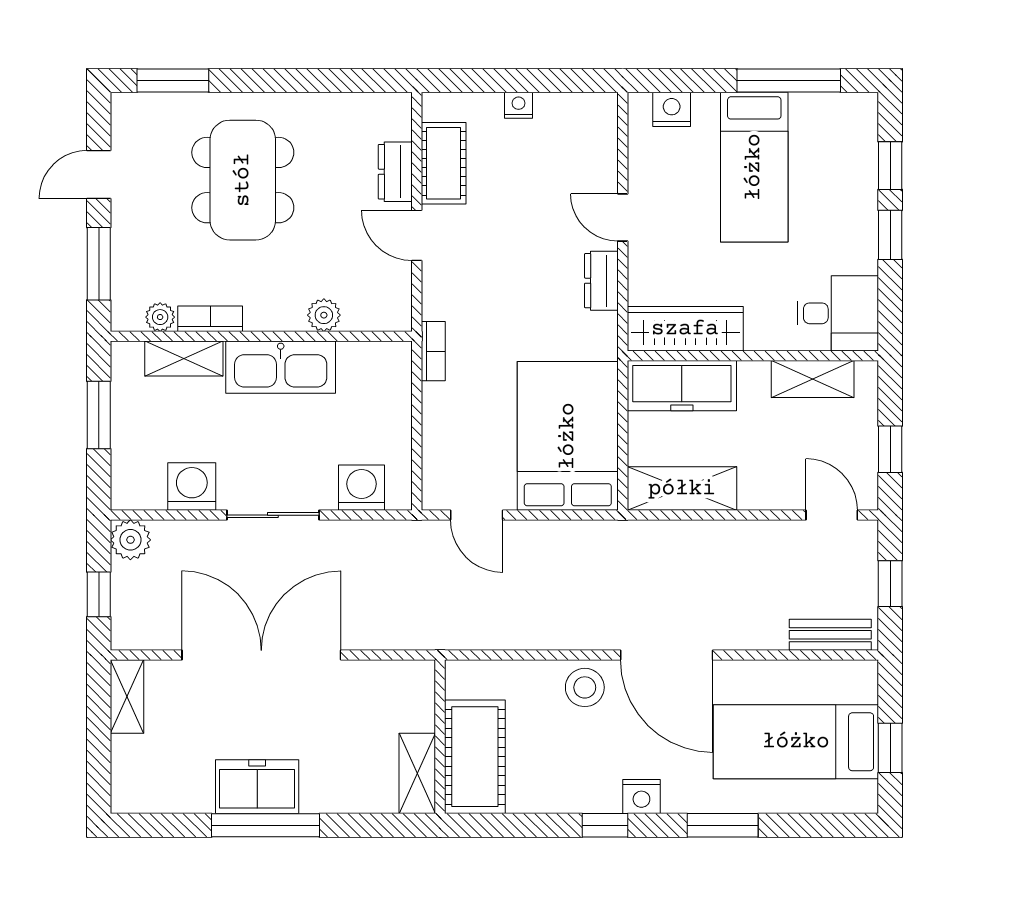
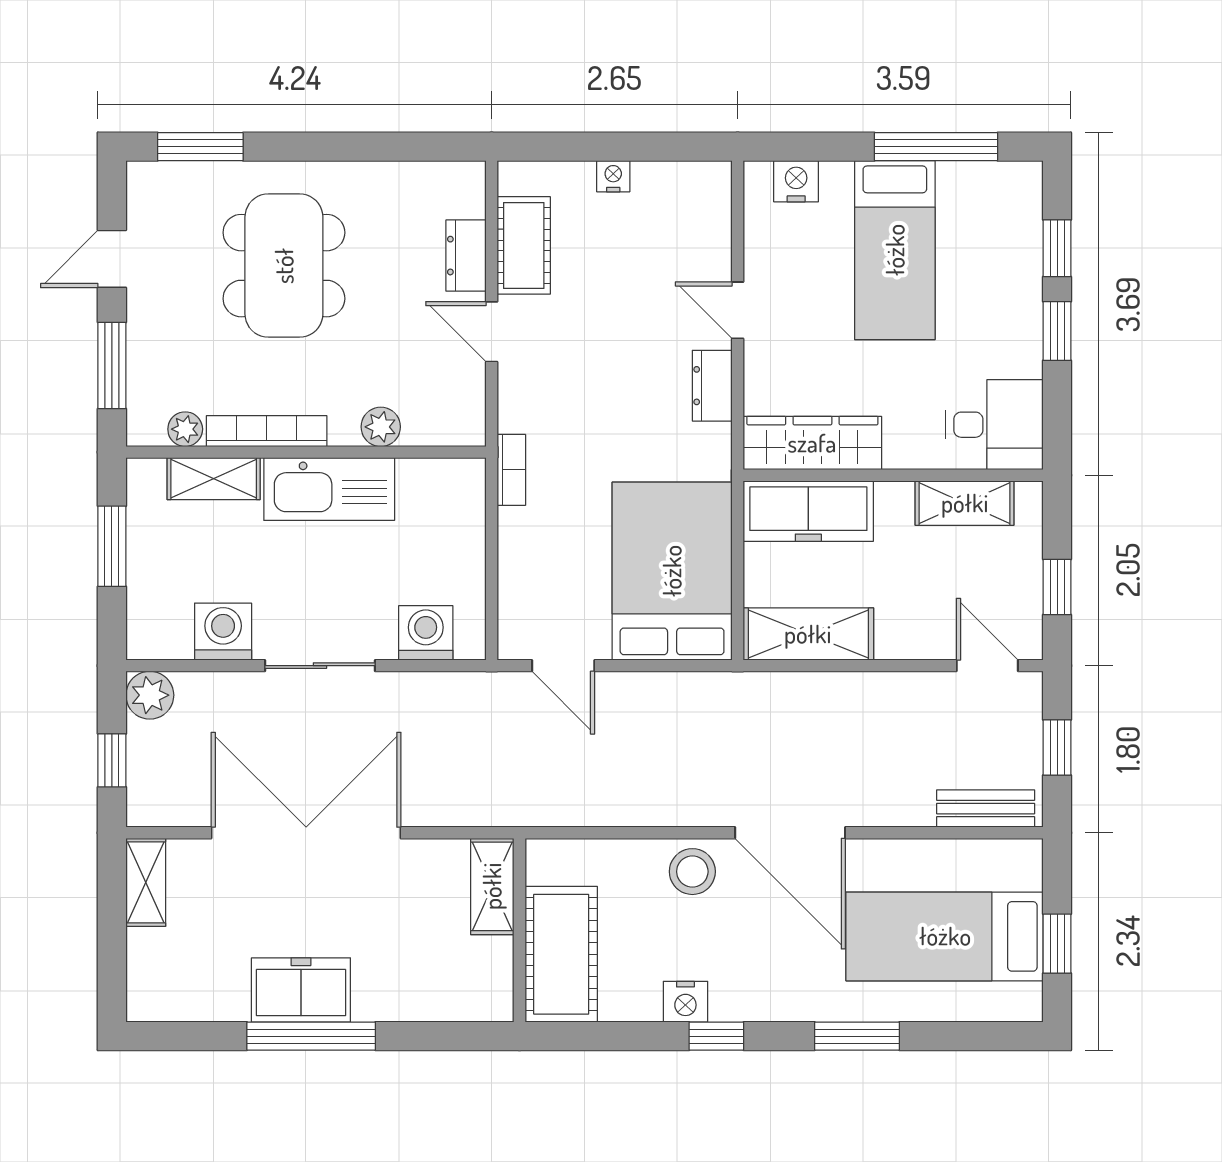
bookcase: (210, 319) -> (267, 431), width x1.56
shelving: (417, 773) -> (492, 886), moved
nightstand: (641, 796) -> (685, 1002), moved

